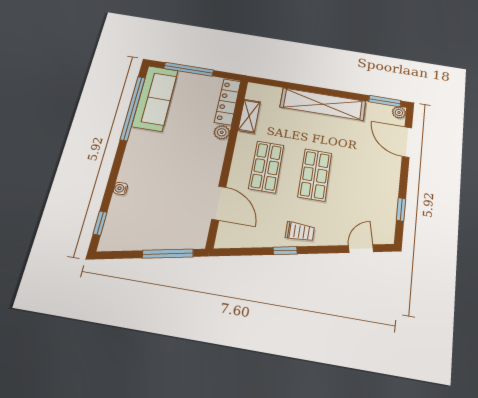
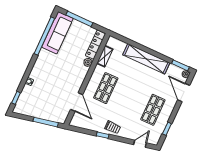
shop shelf: (315, 175) -> (153, 110), moved

